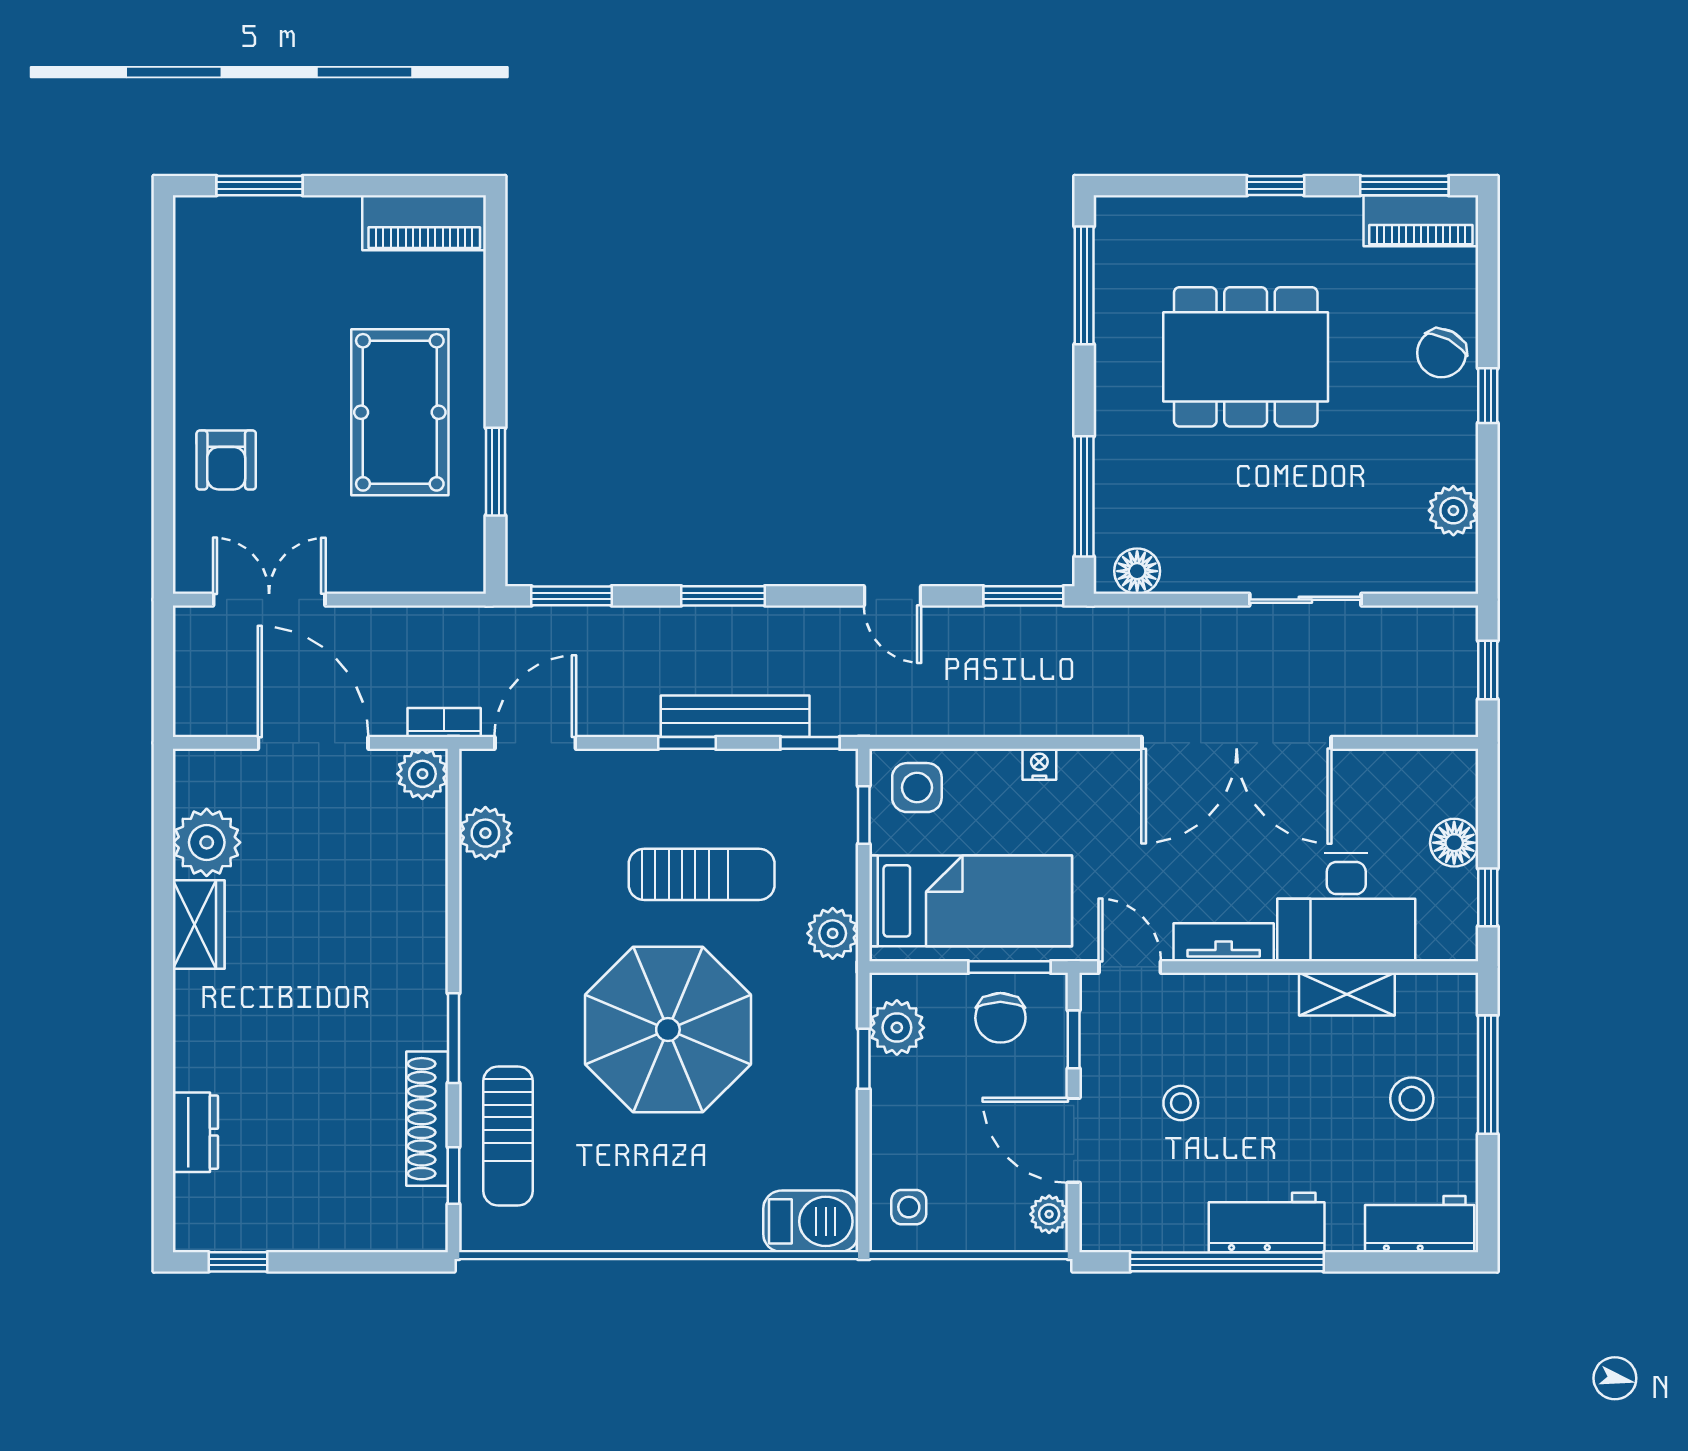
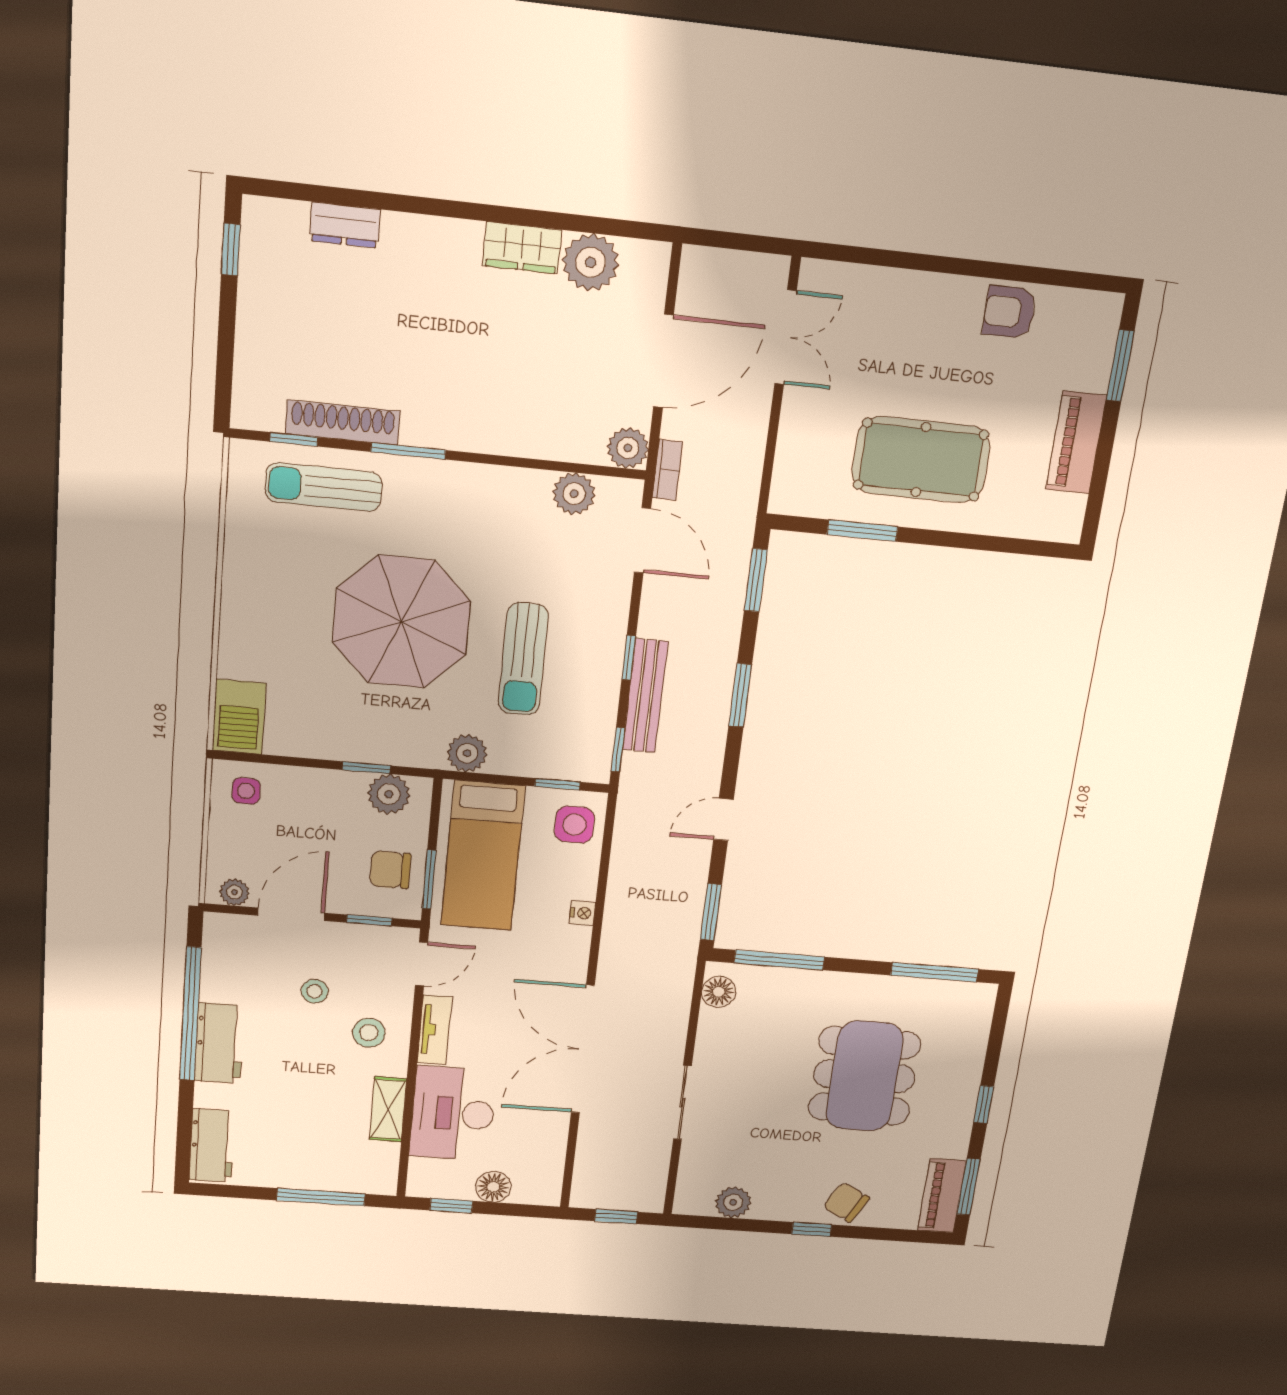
piano: (424, 223) -> (1076, 443), moved
armchair: (226, 460) -> (1009, 312), moved
stool: (1412, 1099) -> (369, 1033), moved

